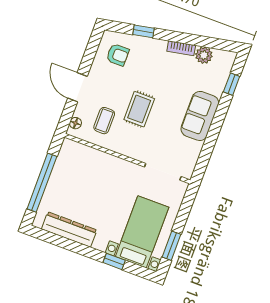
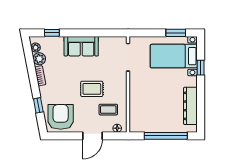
armchair: (118, 55) -> (61, 117), width x1.88, depth x1.88
plant: (220, 56) -> (36, 48), added

